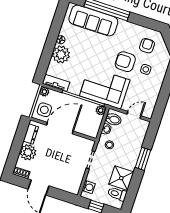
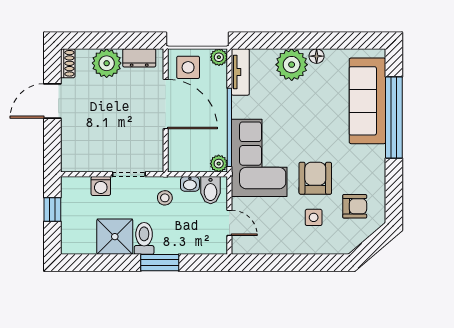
washing machine: (89, 187) -> (101, 186), moved
toilet: (117, 194) -> (144, 238), moved

